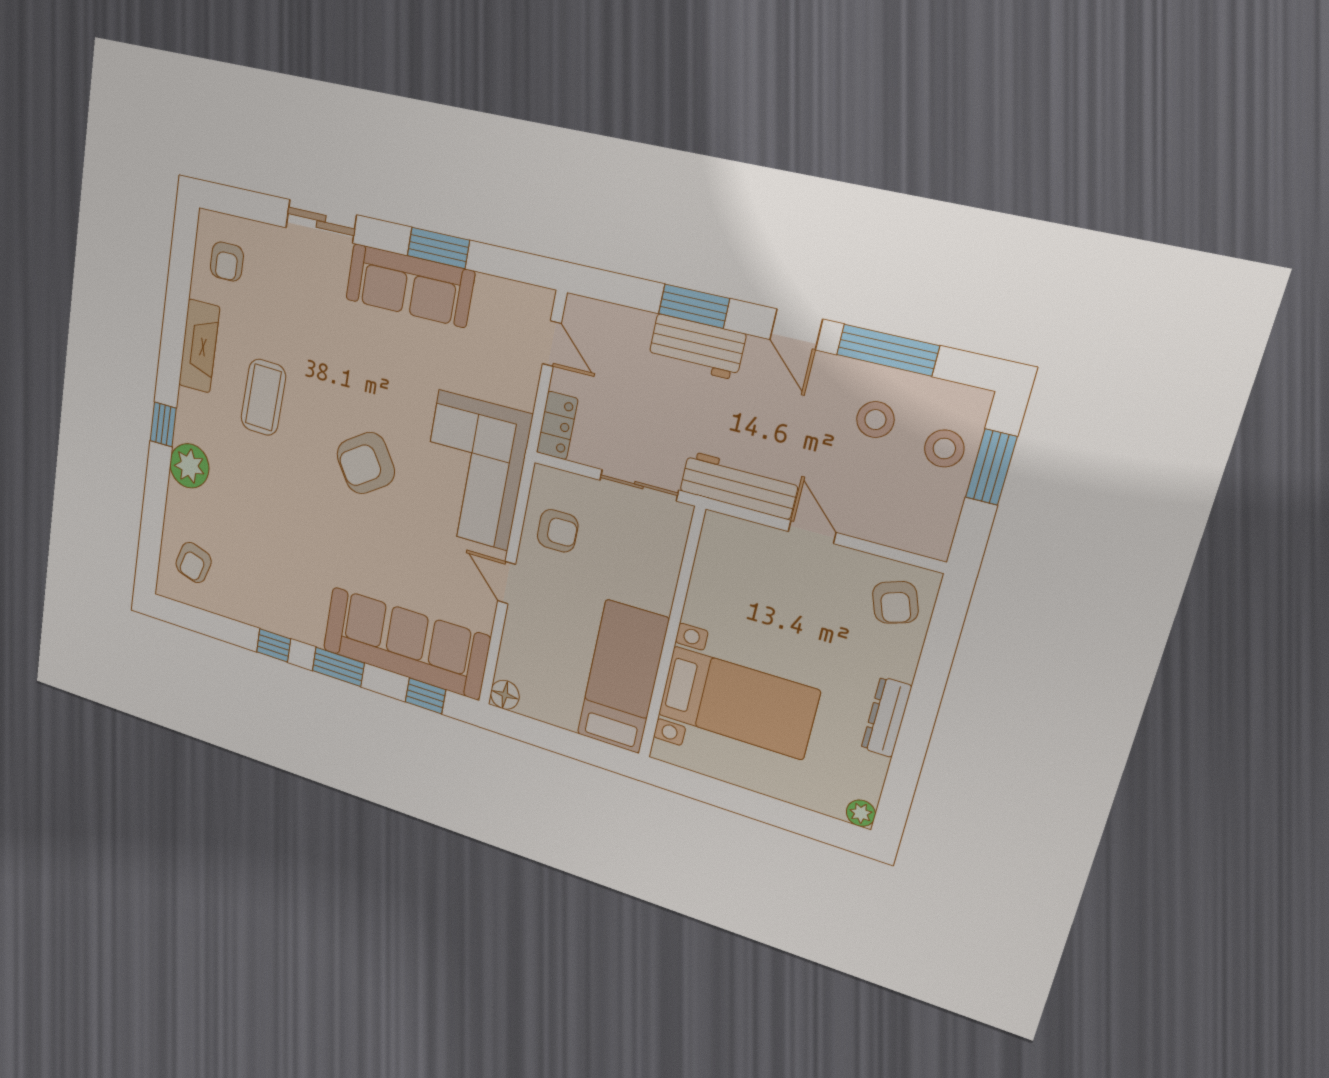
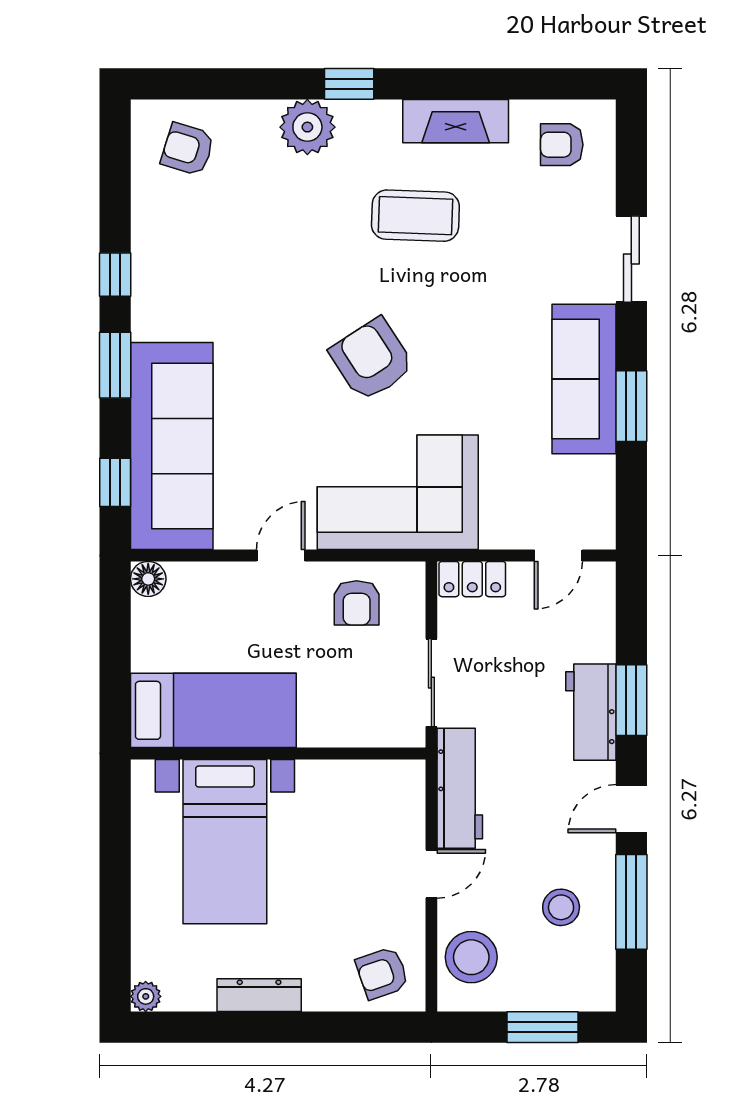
stool: (944, 448) -> (471, 957), moved, width x1.38, depth x1.38

